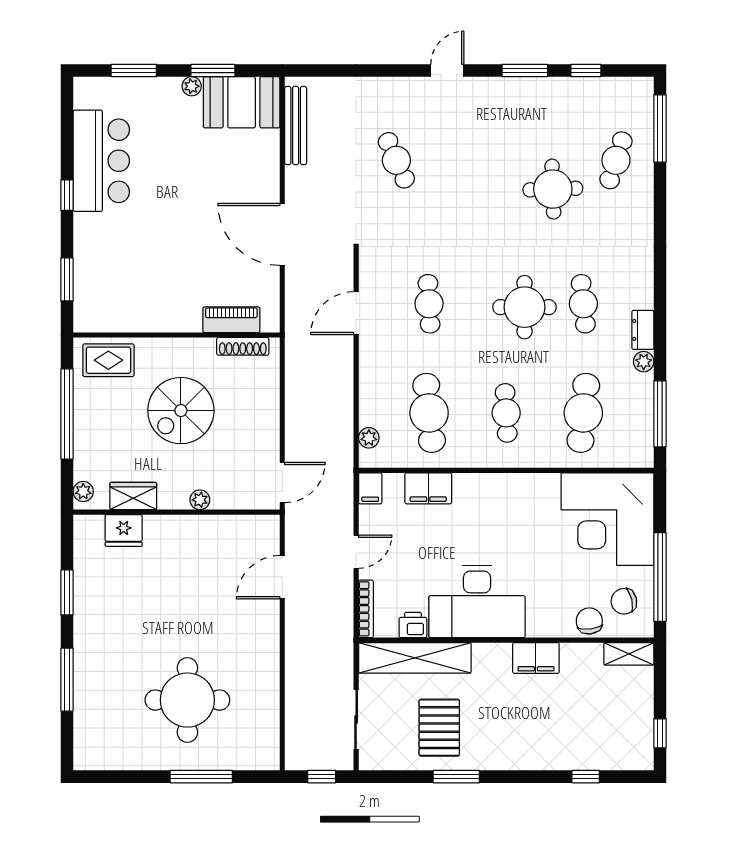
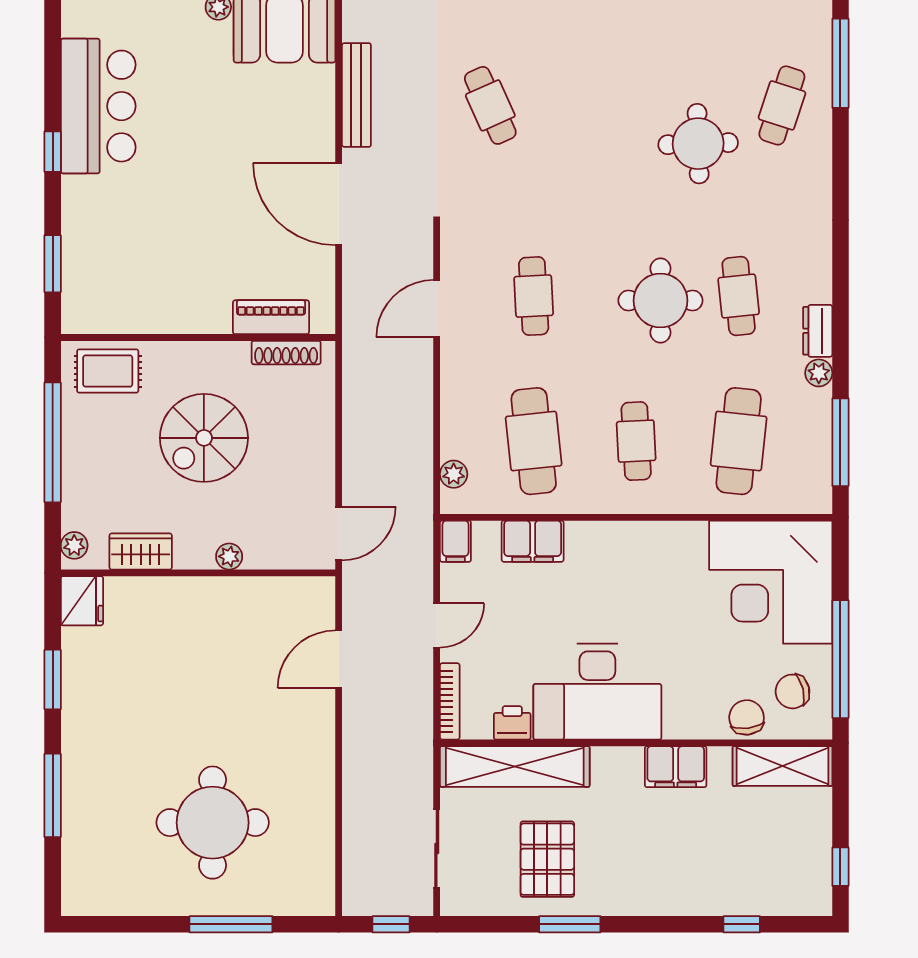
bench: (296, 126) -> (356, 95), moved
fridge: (124, 531) -> (82, 601), moved, turned -90
shelving: (629, 654) -> (782, 766), width x1.50, depth x1.33

